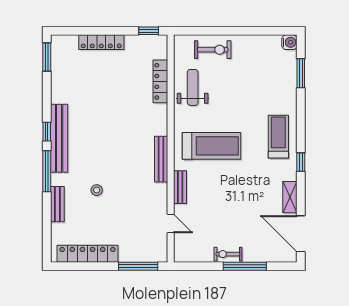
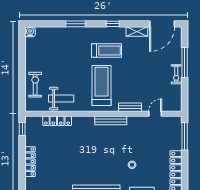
window: (301, 73) -> (75, 24), moved
weight bench: (193, 87) -> (61, 99), turned 180
treadmill: (278, 137) -> (107, 50), moved, turned 180

